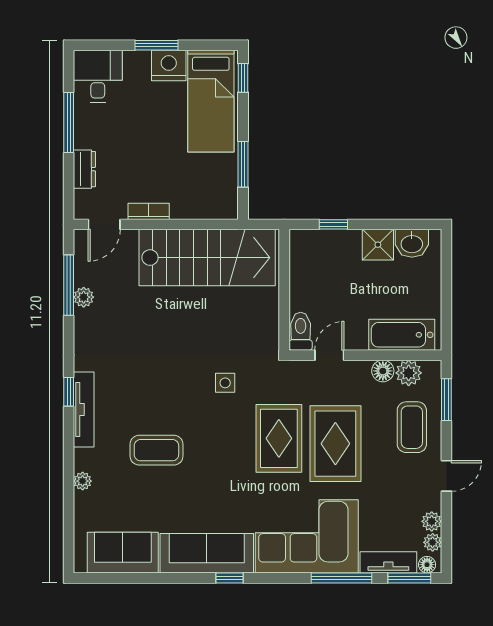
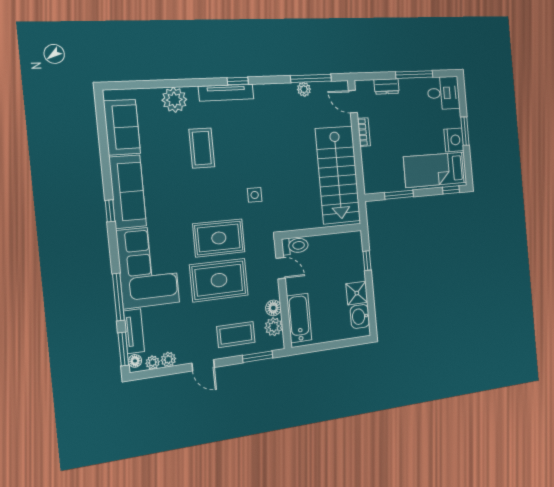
plant: (83, 481) -> (174, 100), width x1.88, depth x1.88

